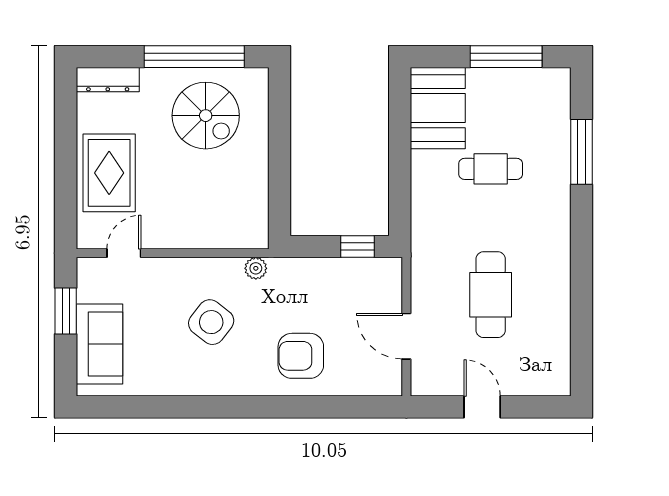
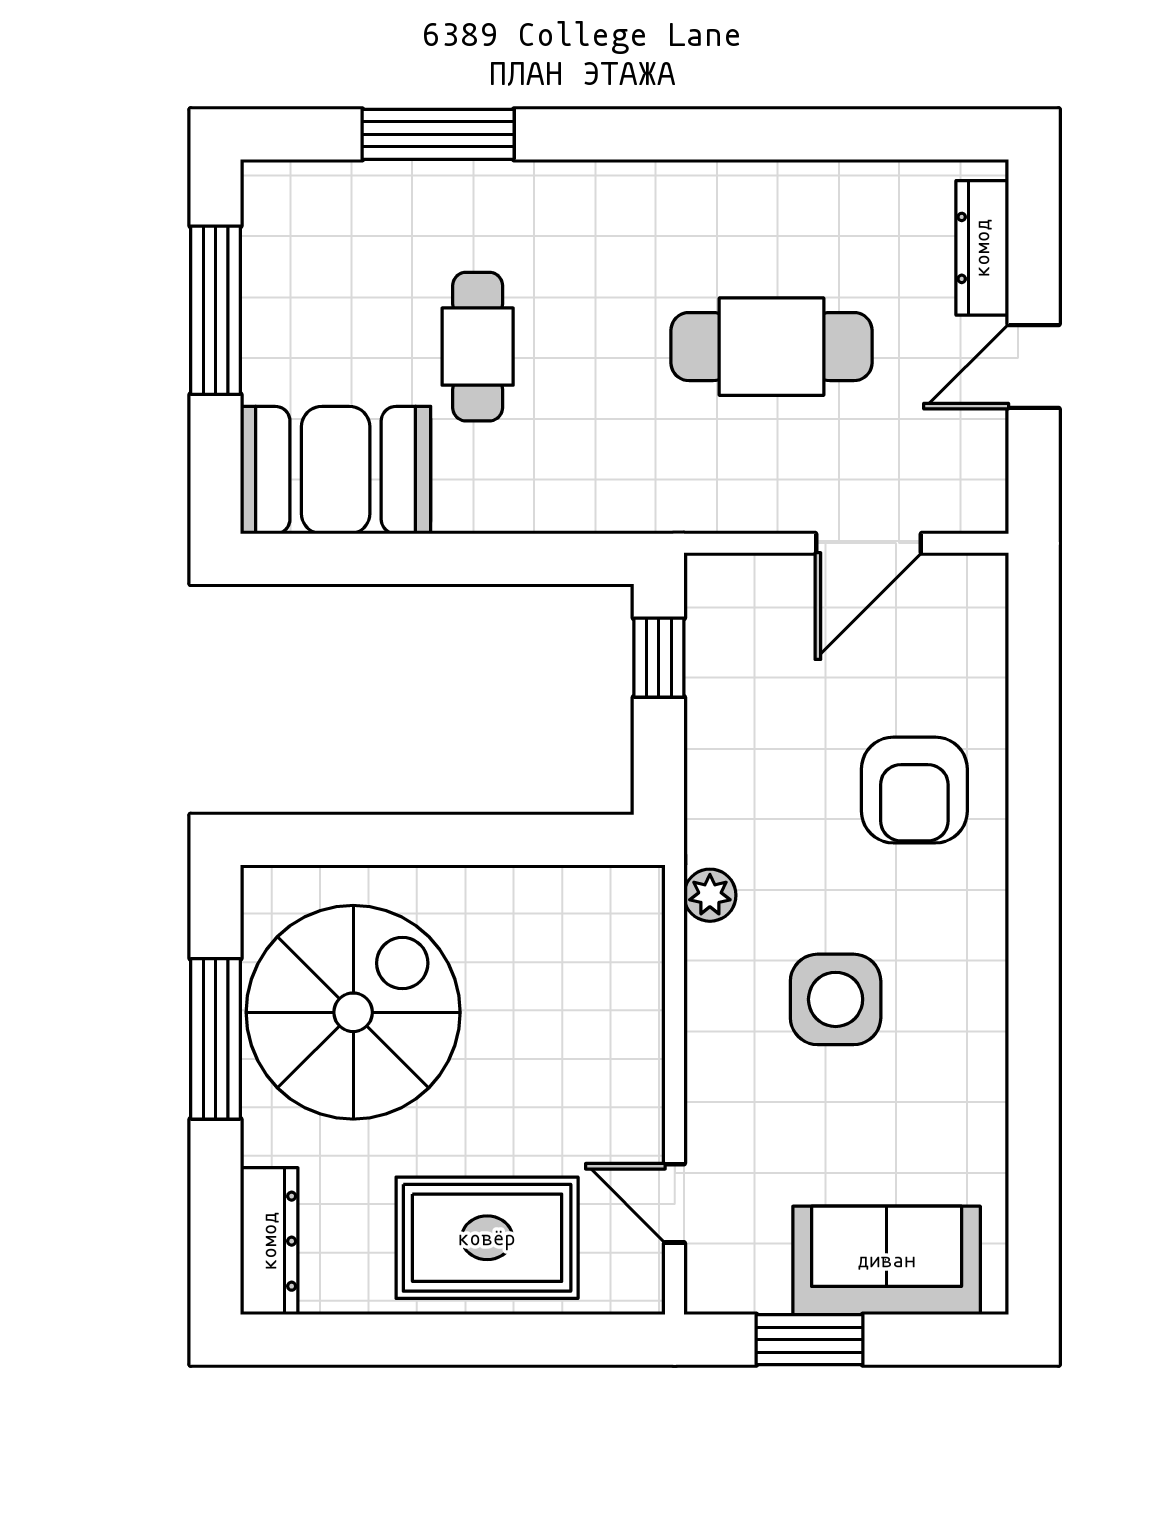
window: (194, 57) -> (215, 1039), width x0.68
spiral stairs: (206, 116) -> (353, 1012), width x1.37, depth x1.37
side table: (211, 322) -> (836, 999), turned -38
dresser: (533, 385) -> (982, 248), added

